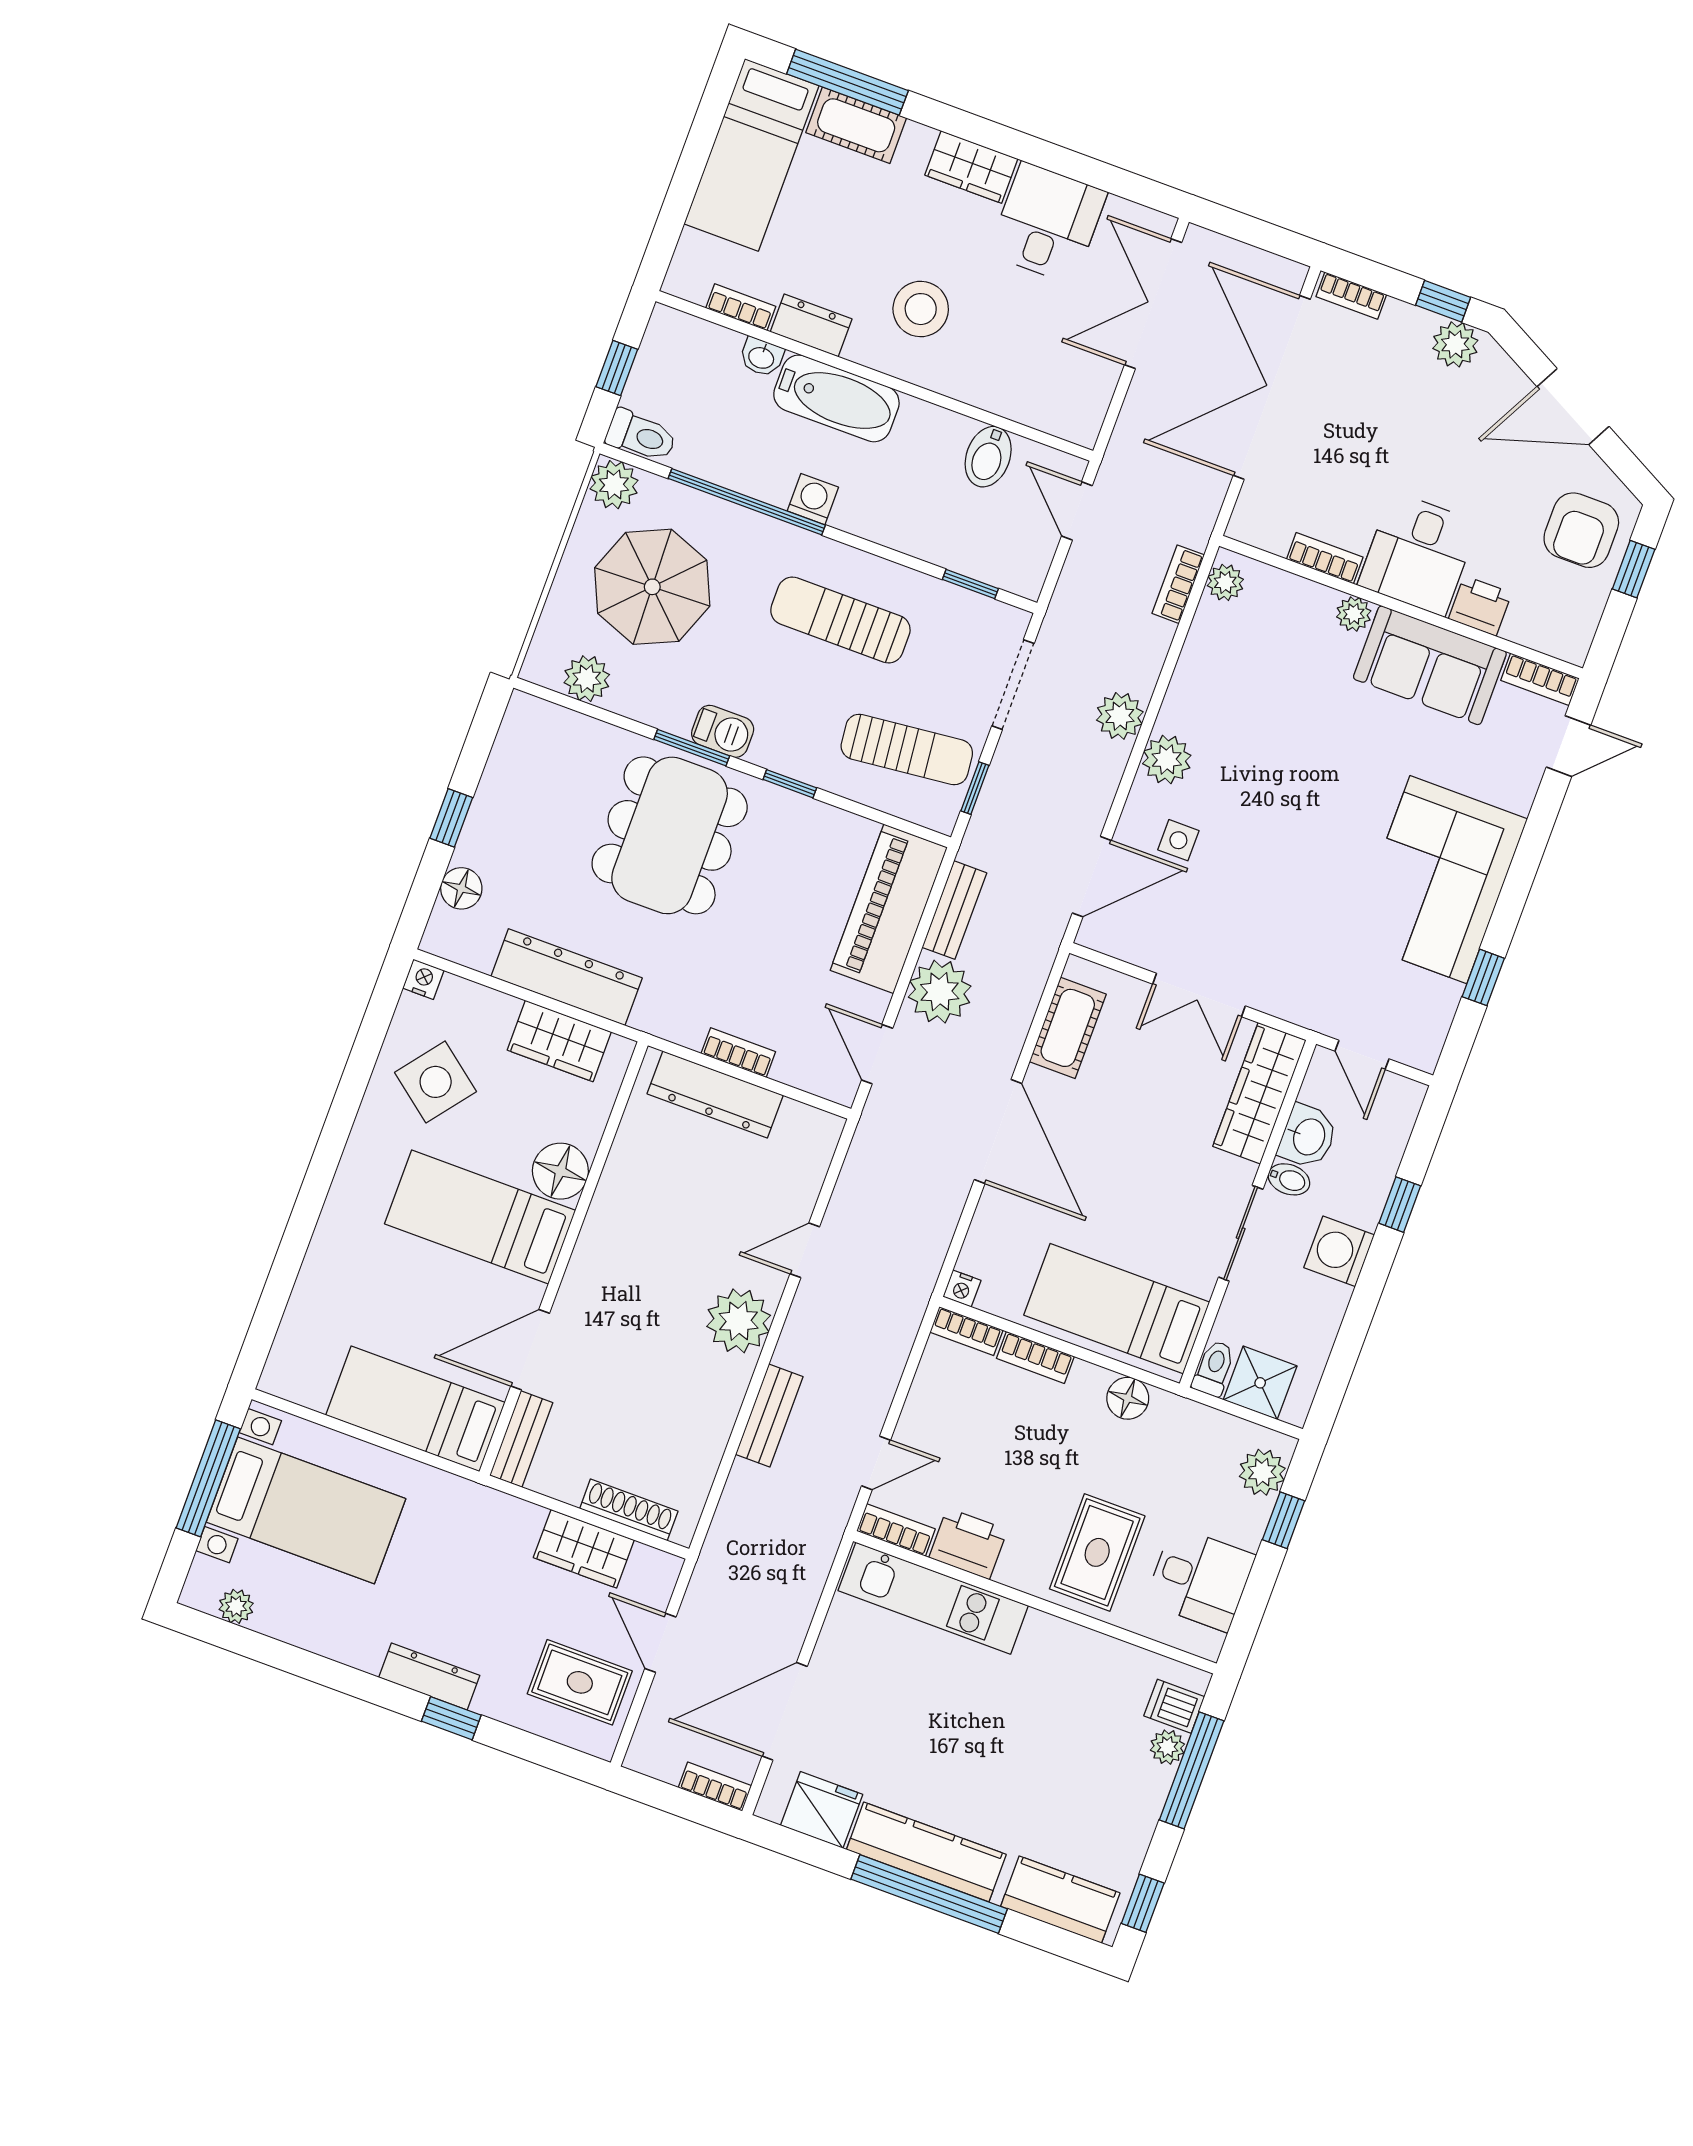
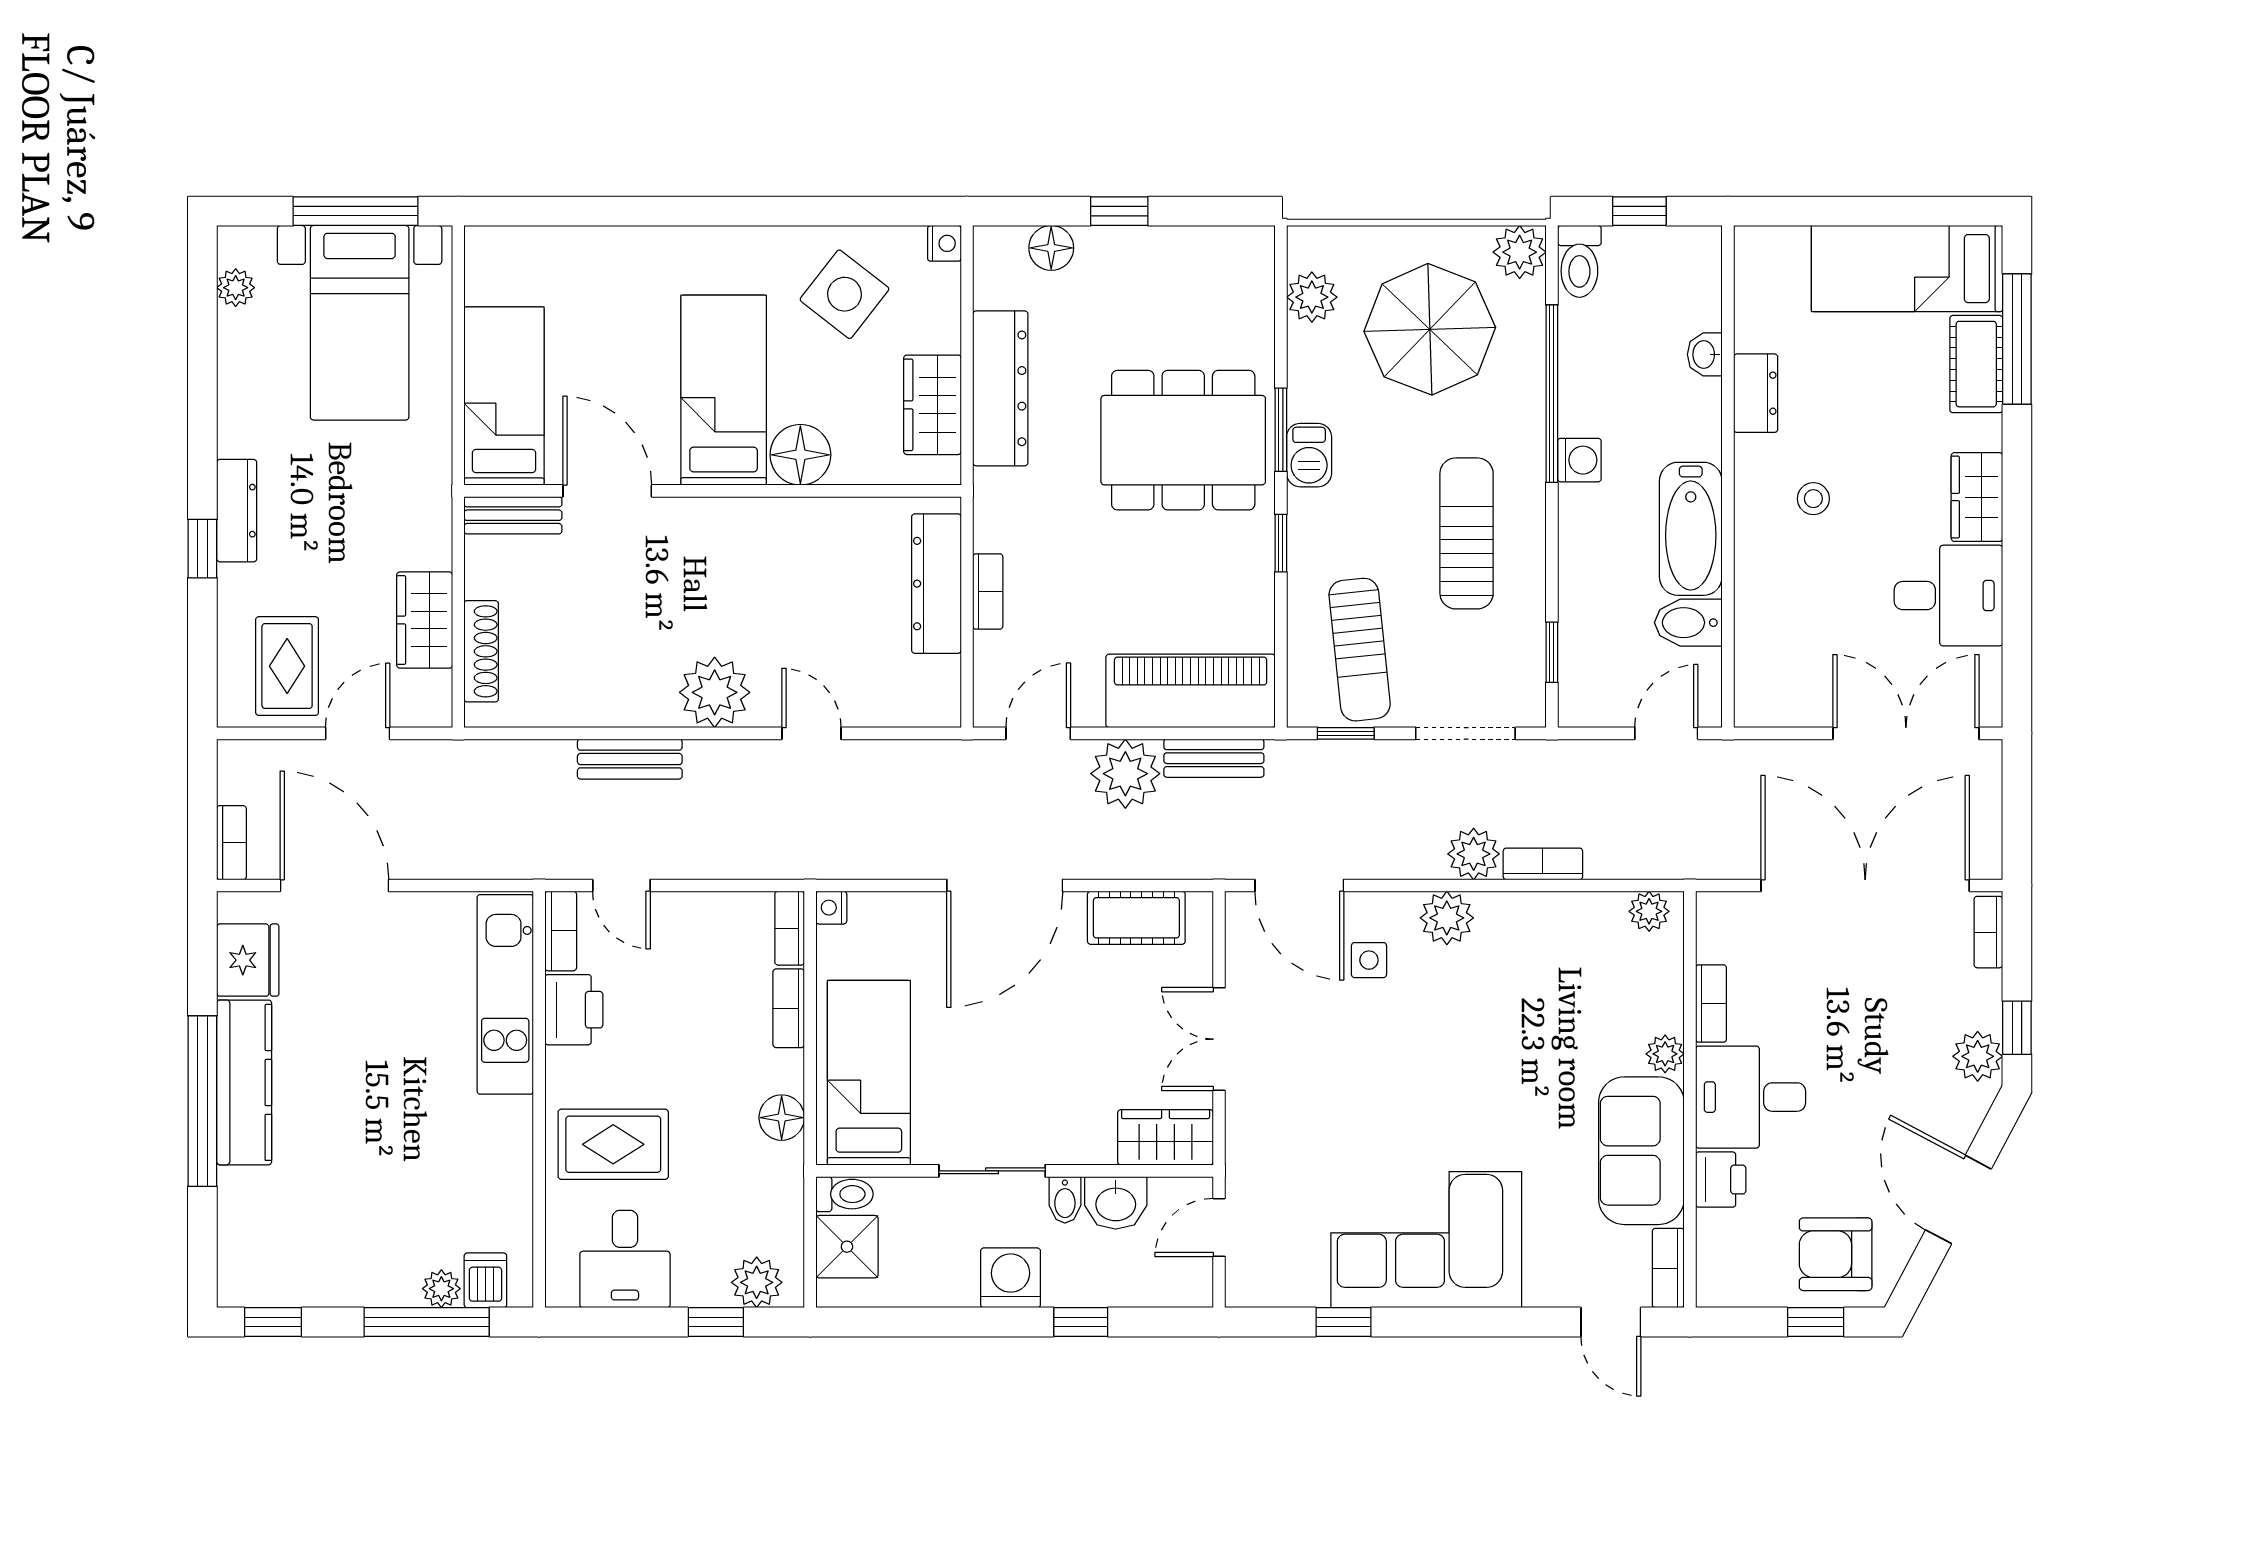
bookcase: (741, 307) -> (1748, 315), removed
stool: (921, 309) -> (1813, 499), width x0.53, depth x0.53
bathtub: (836, 398) -> (1691, 529), moved
bookcase: (1178, 584) -> (1543, 864), moved
wardrobe: (1259, 1093) -> (1166, 1137), width x0.67
kitchen counter: (1060, 1900) -> (246, 1237), removed

